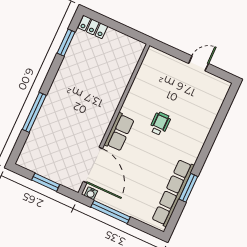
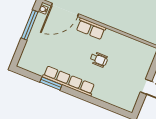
row of seats: (173, 193) -> (69, 81), moved

